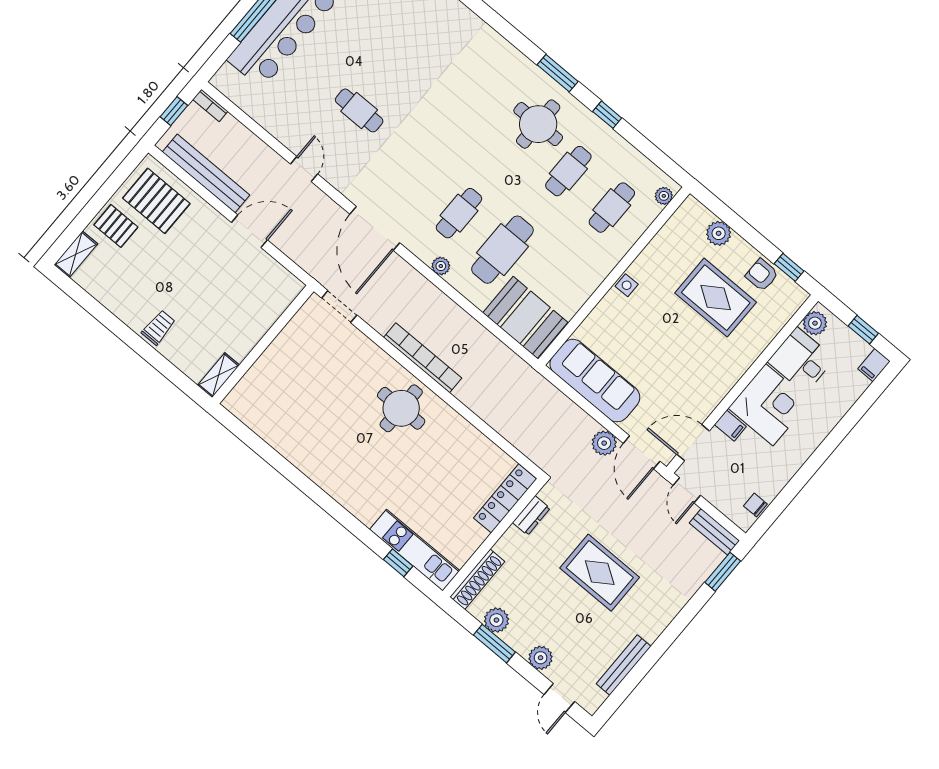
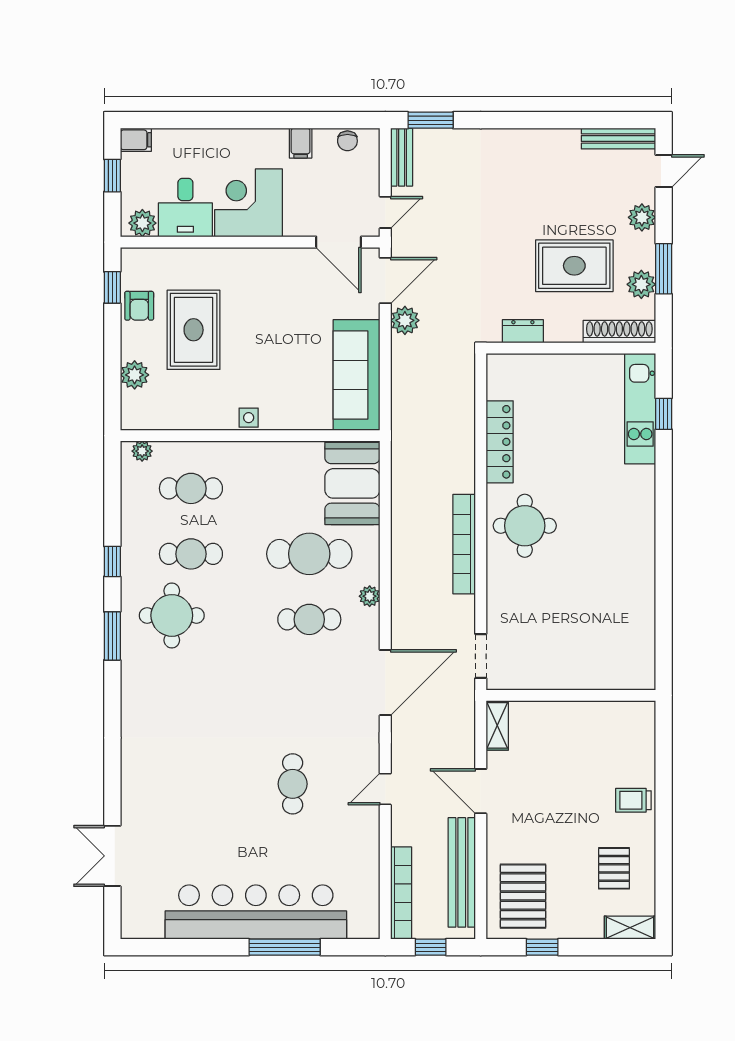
bookcase: (210, 105) -> (401, 893), width x2.31, depth x1.31
window: (112, 185) -> (542, 947), added
pallet: (116, 226) -> (614, 868), moved
shelving: (219, 375) -> (497, 725), moved, turned 90
filing cabinet: (730, 426) -> (301, 143), moved, turned 180
locker: (505, 498) -> (500, 442), moved, turned -90
rug: (600, 573) -> (574, 266), moved, turned 90
bench: (624, 665) -> (618, 139), moved

